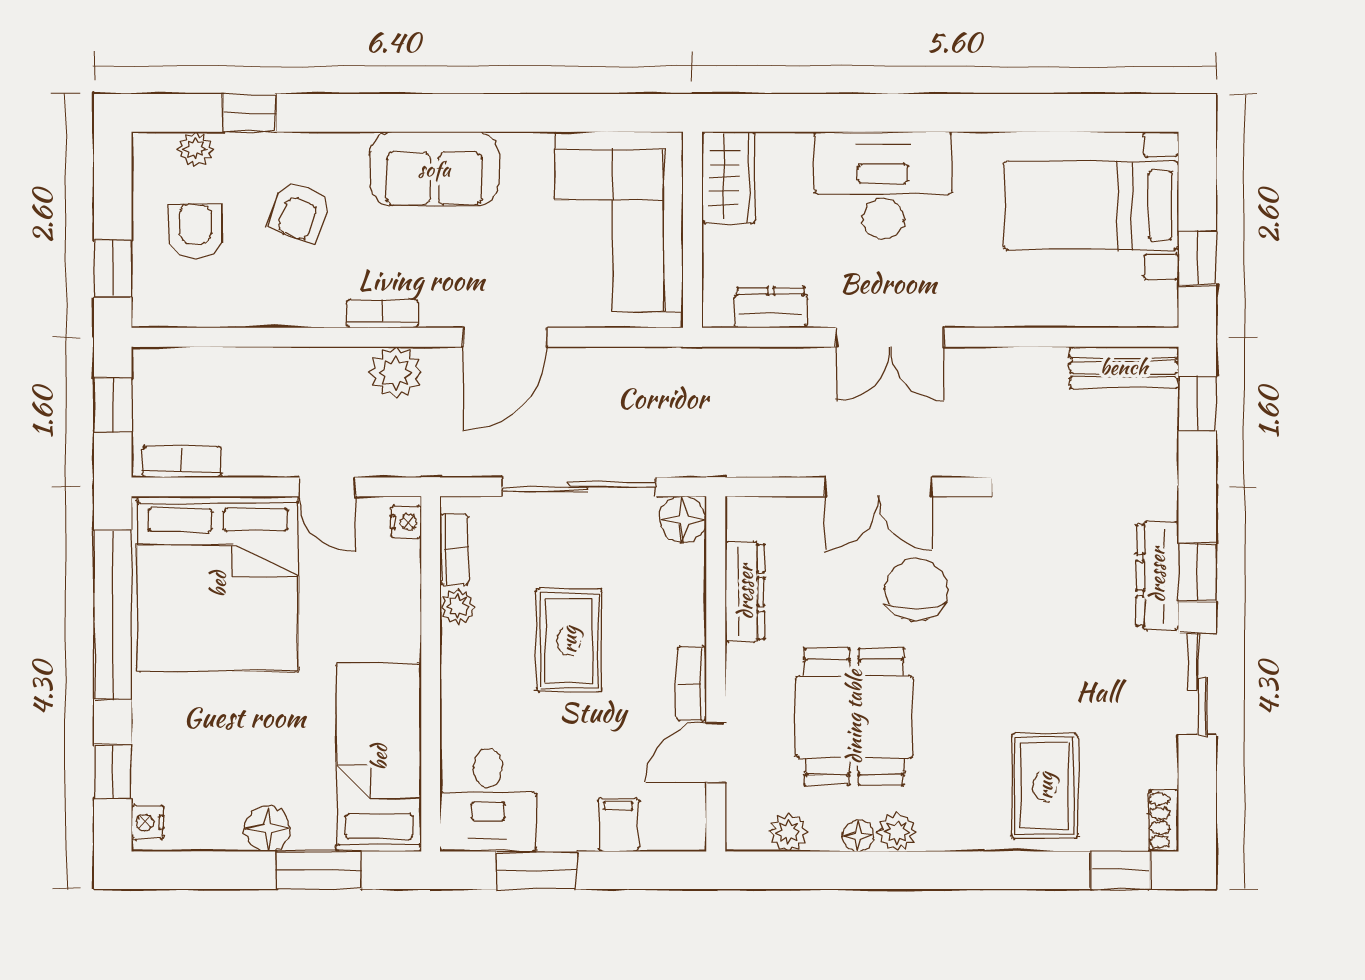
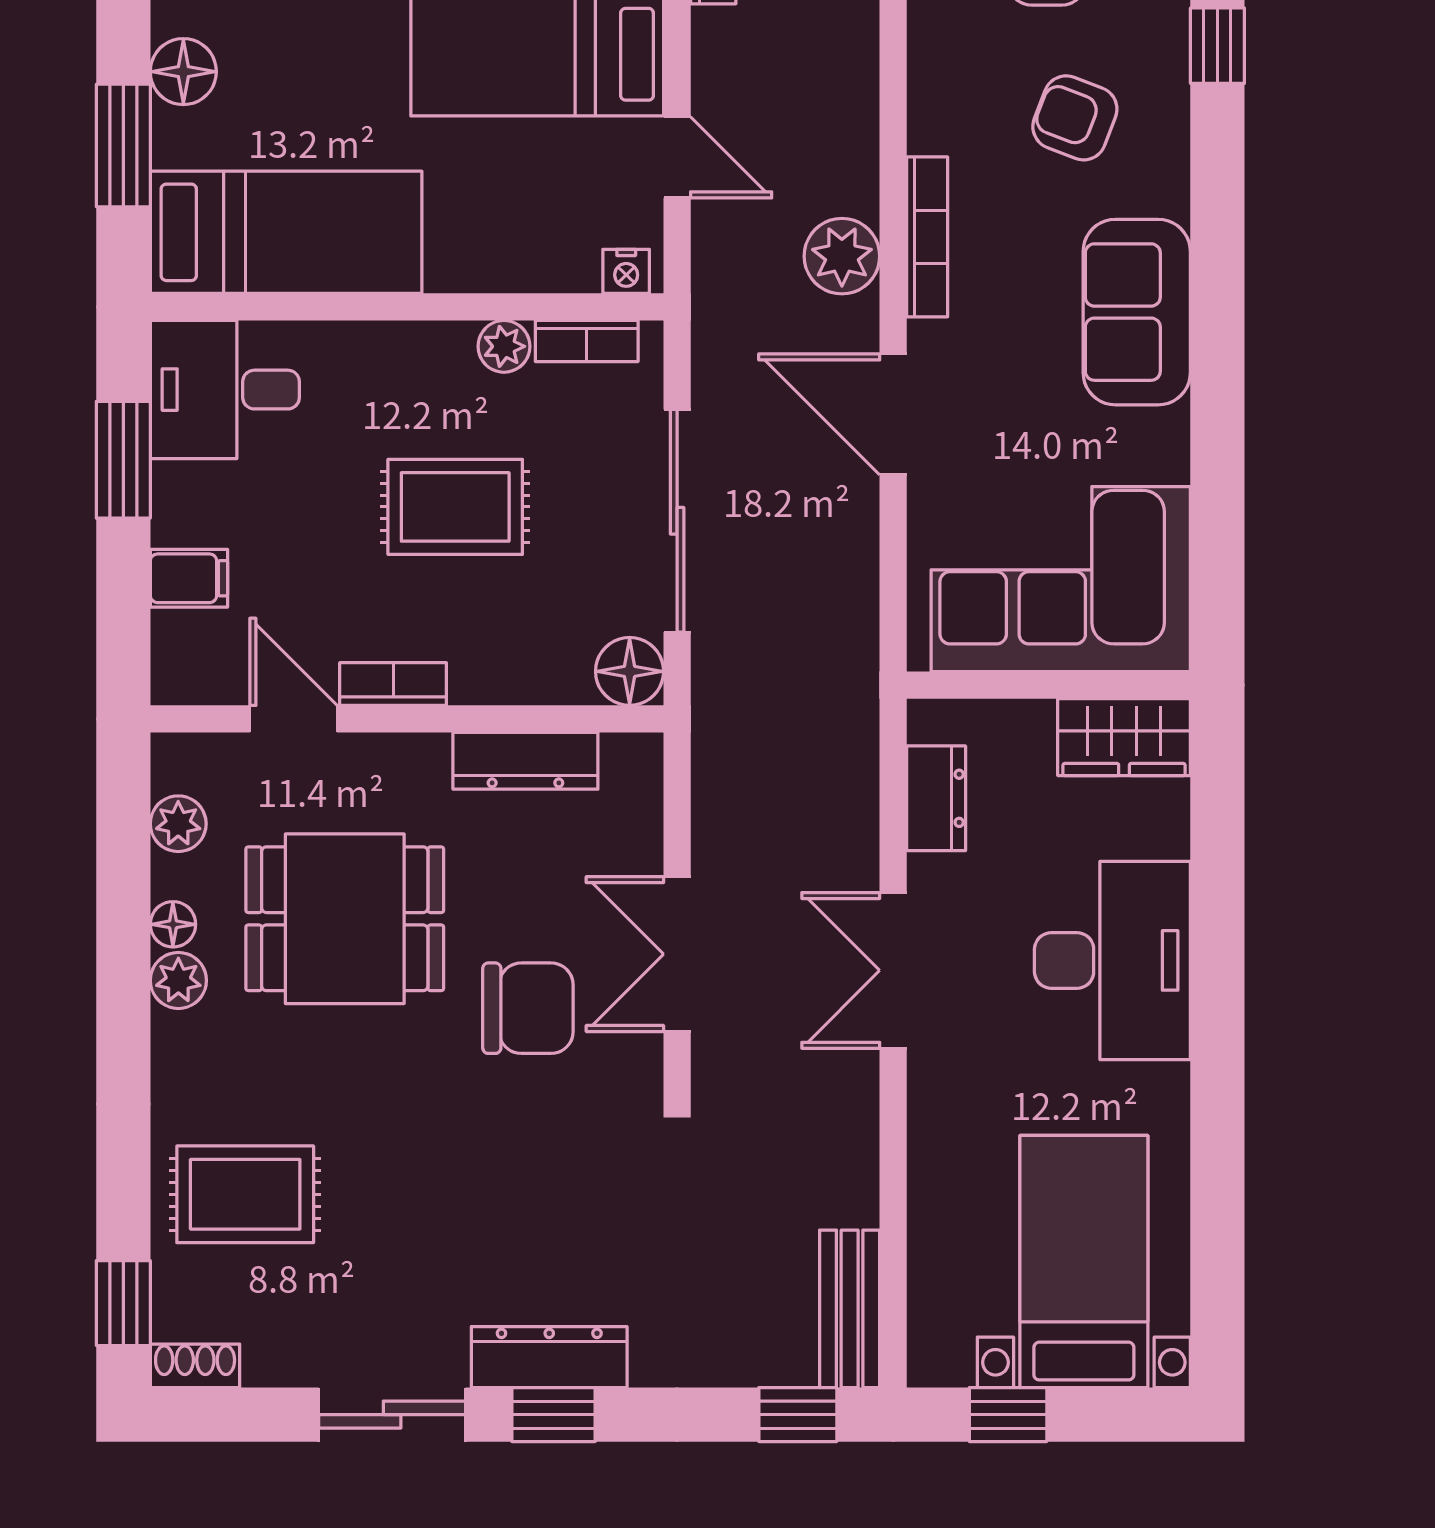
bookcase: (382, 314) -> (927, 237), width x1.56
door: (327, 487) -> (677, 157), swing flipped

